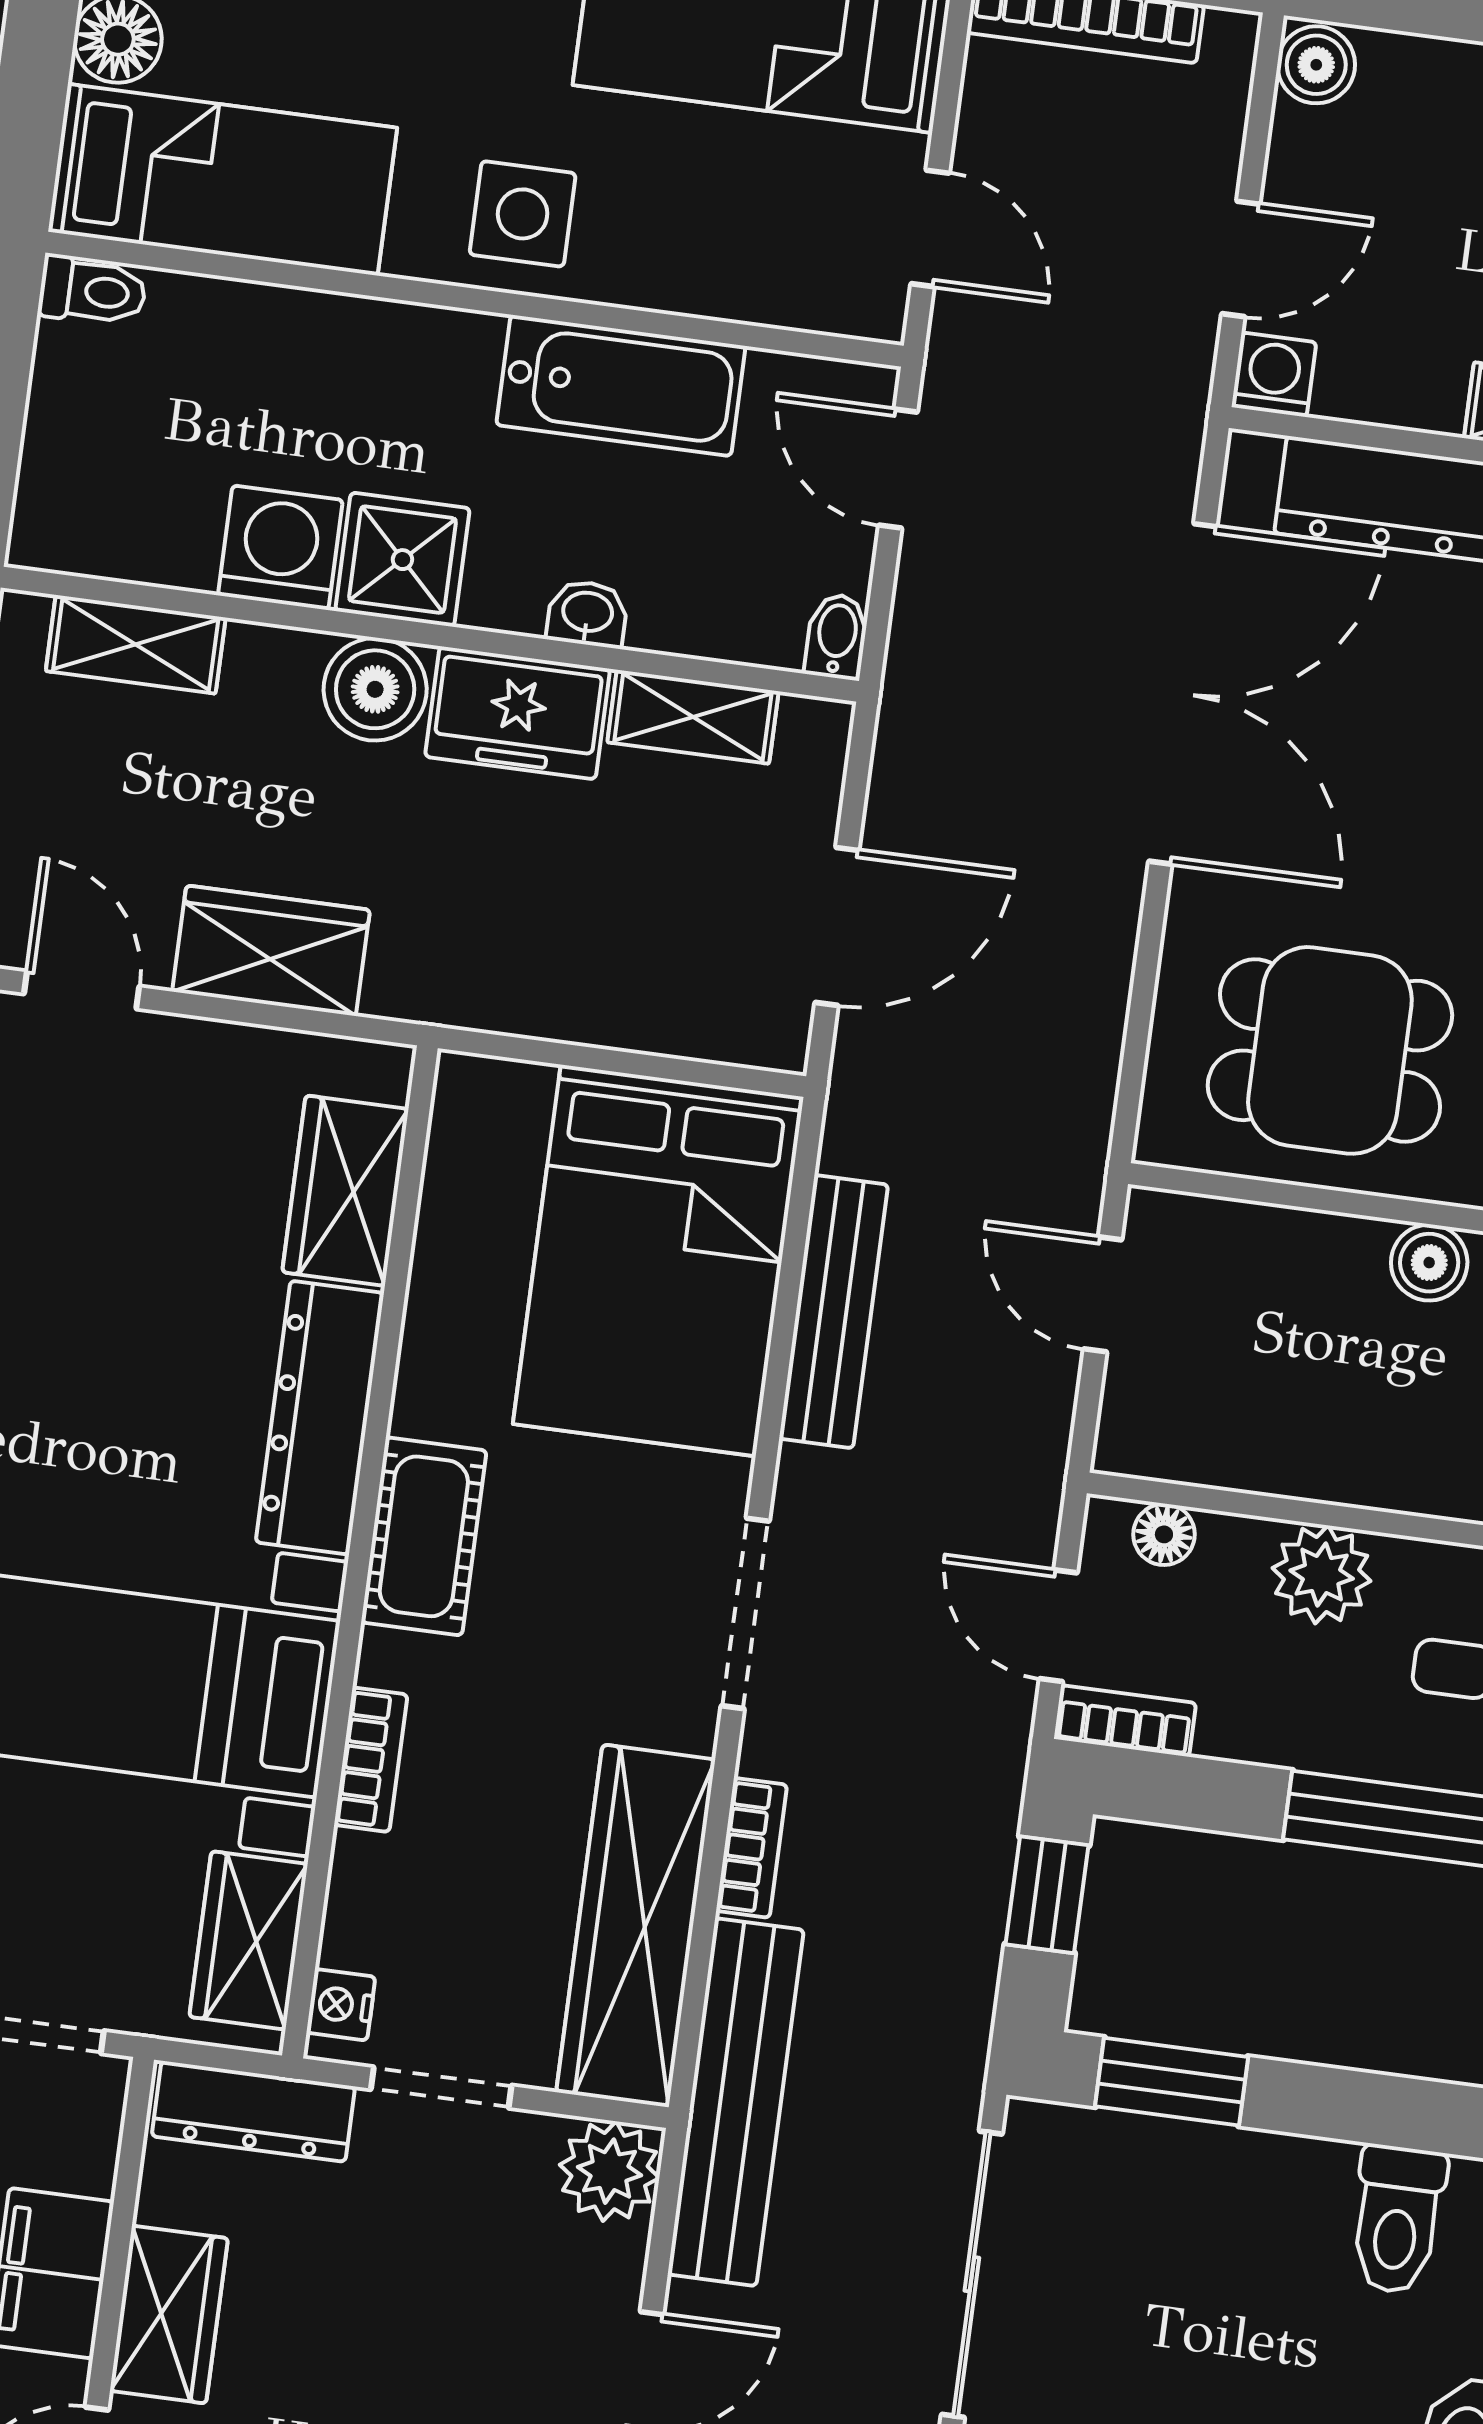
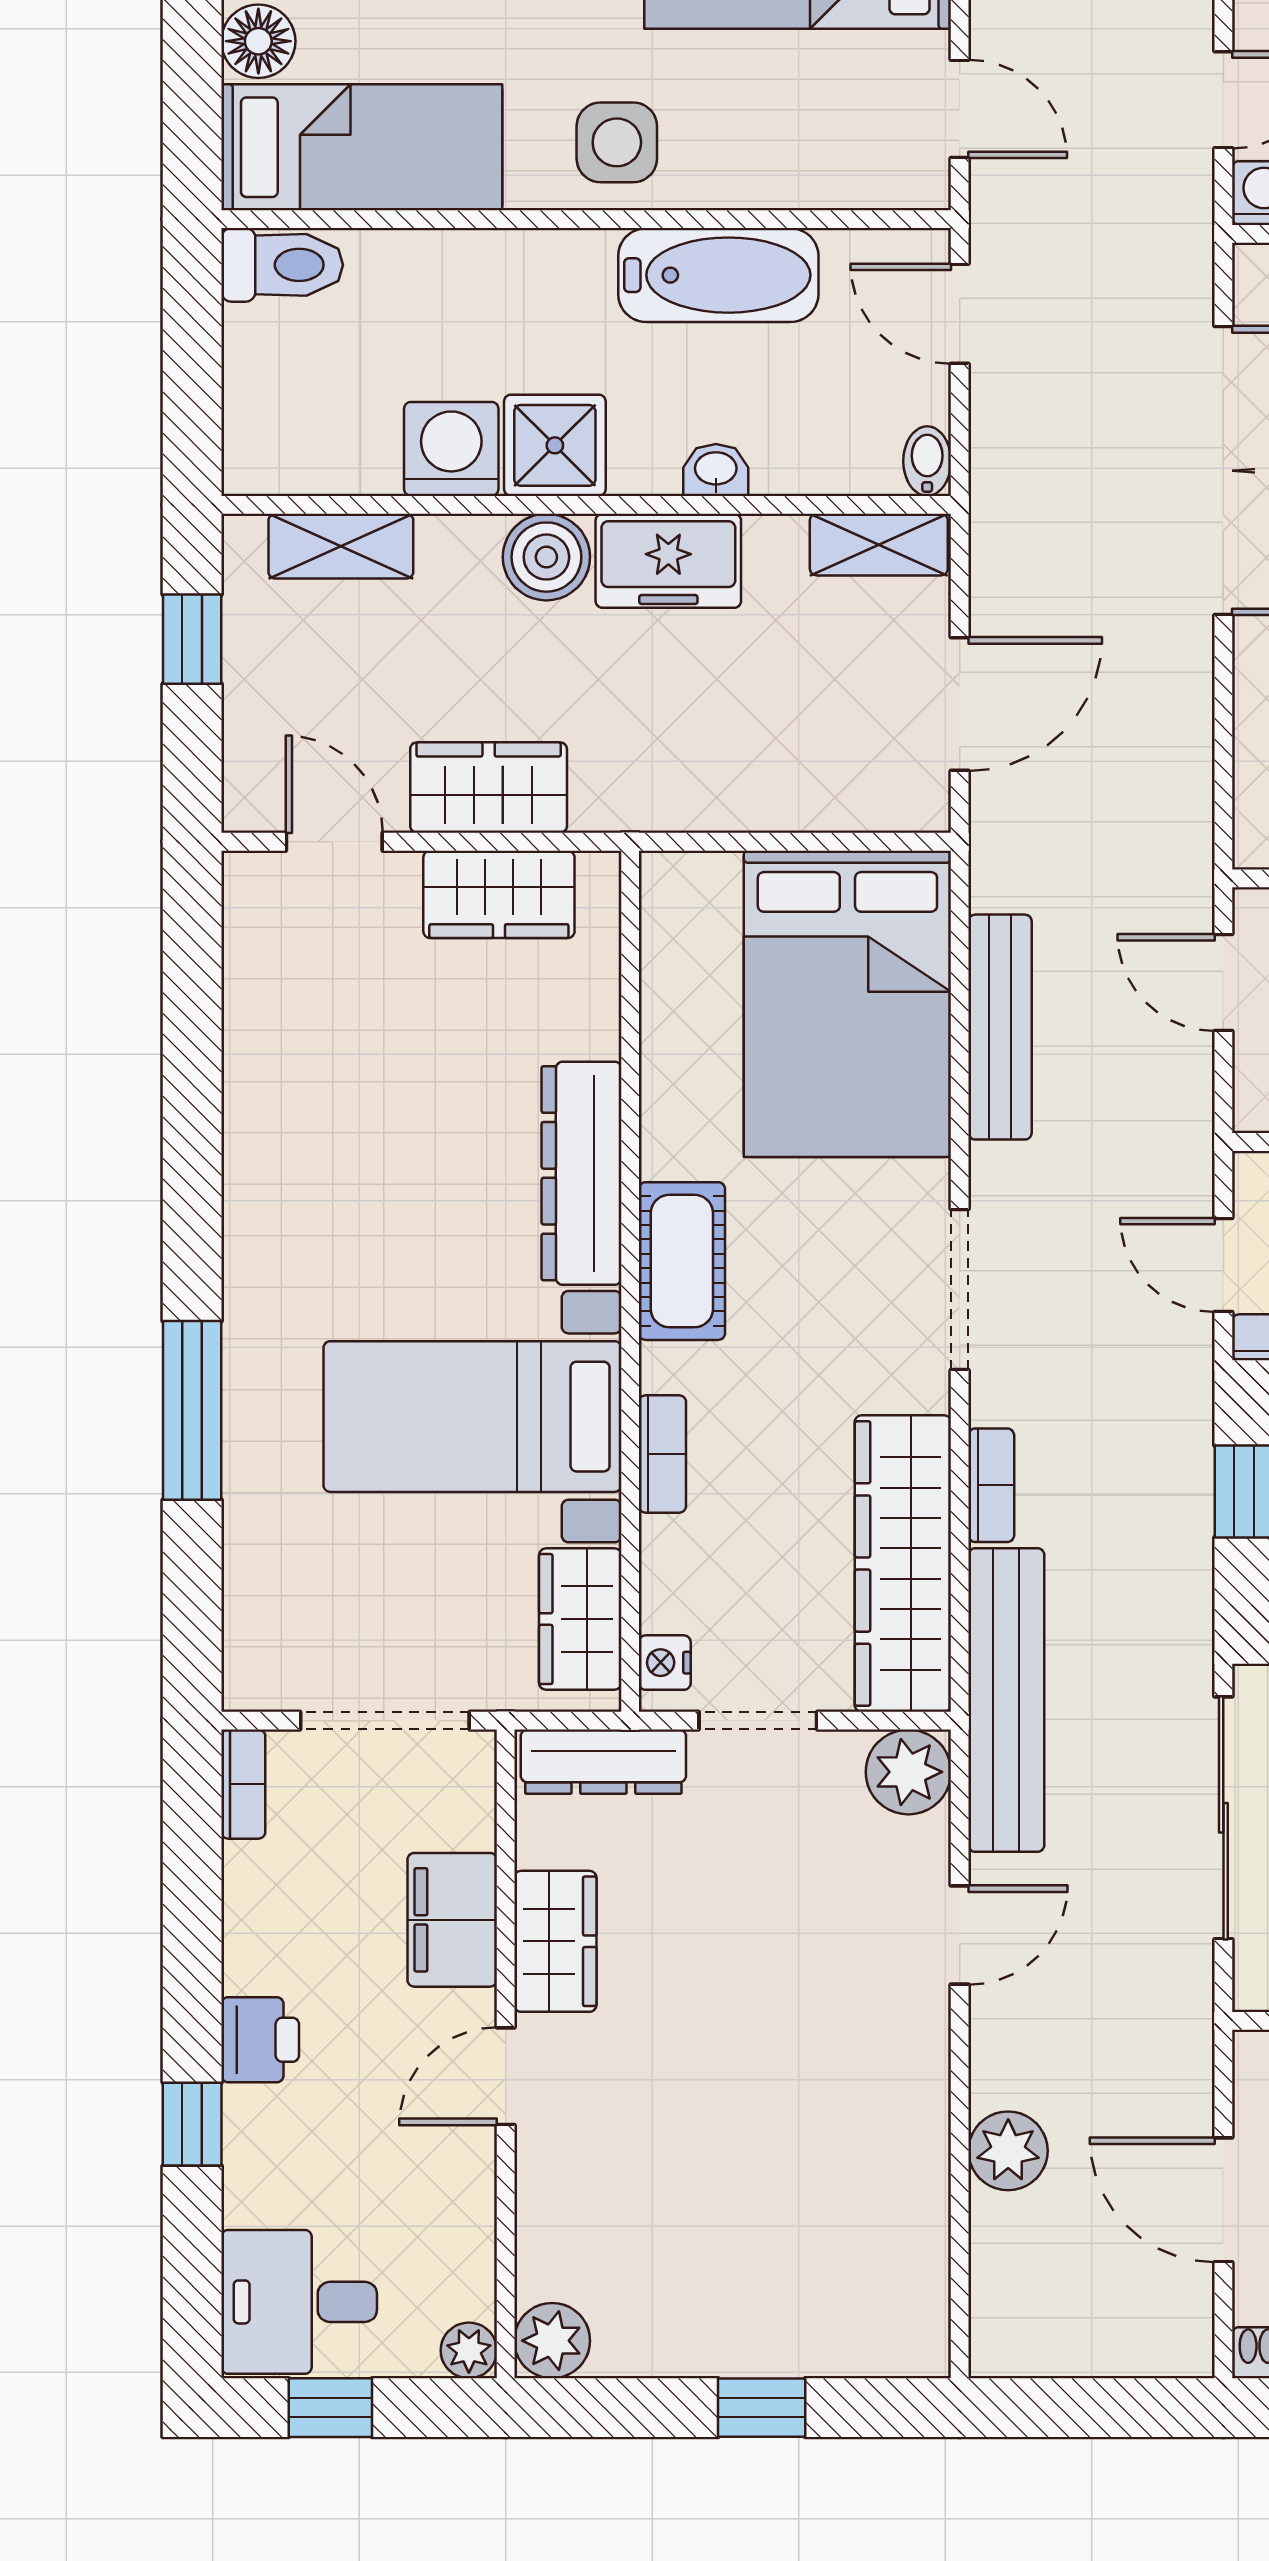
toilet: (93, 291) -> (282, 265), width x1.37, depth x1.39
shelving: (693, 717) -> (879, 545), moved
wardrobe: (345, 1191) -> (499, 894), moved, turned -90

